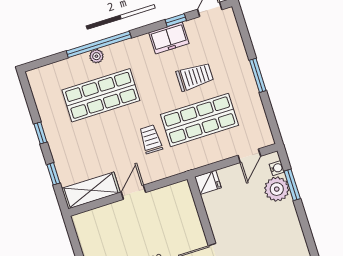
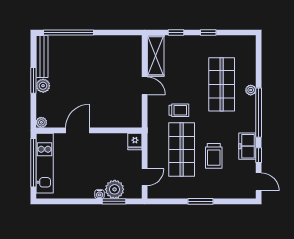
window: (99, 44) -> (259, 113), moved
door: (249, 156) -> (145, 177), swing flipped
water cooler: (277, 168) -> (100, 194), moved

